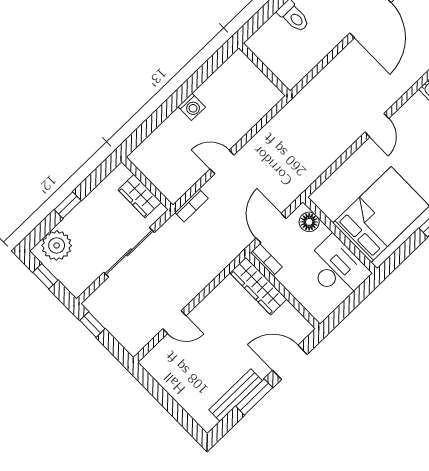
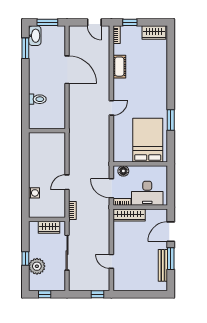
washing machine: (192, 107) -> (34, 193), moved
door: (377, 125) -> (111, 108), hinge flipped
plant: (57, 245) -> (37, 266), moved
desk: (337, 268) -> (147, 193), moved, turned 180
door: (174, 322) -> (111, 261), swing flipped
window: (92, 325) -> (97, 294), moved

